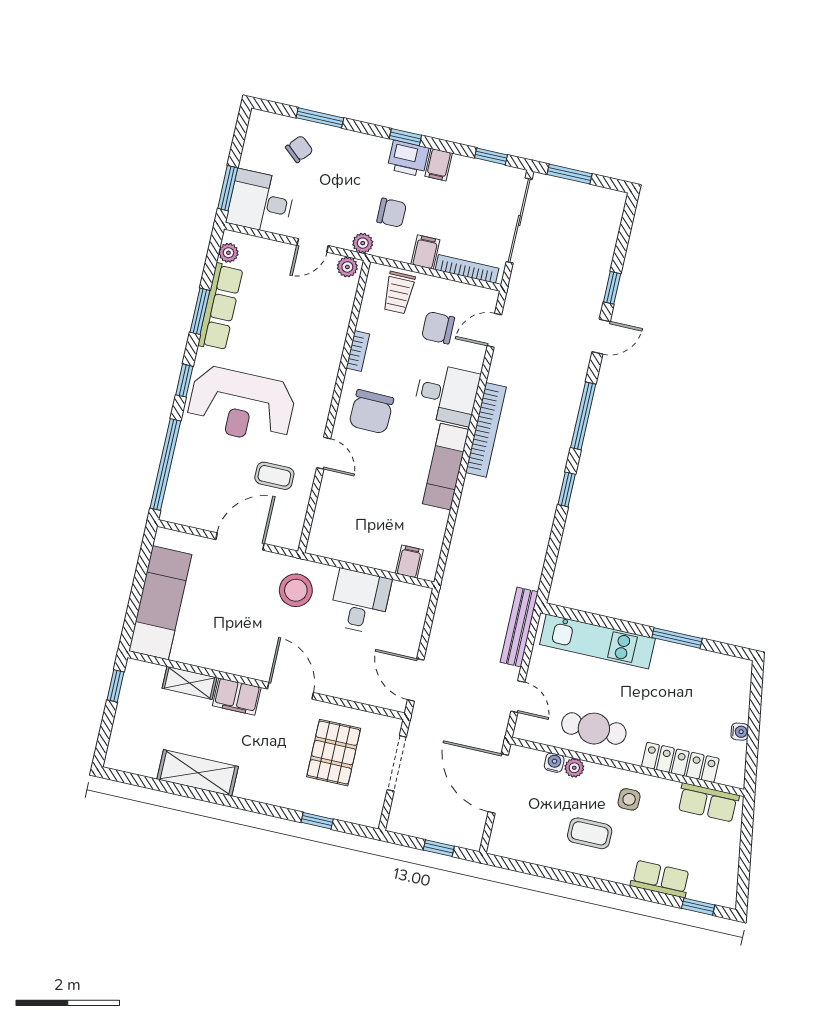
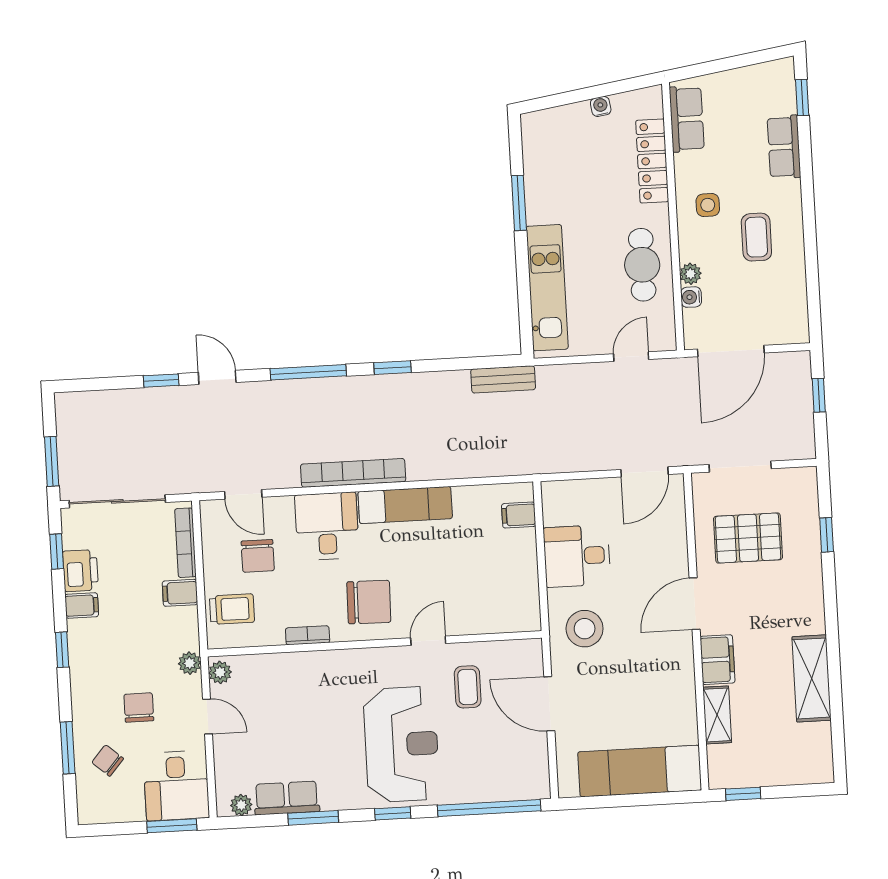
printer: (408, 158) -> (80, 571), moved
chair: (392, 213) -> (139, 708), moved
row of seats: (220, 307) -> (287, 798), width x0.68
bench: (519, 627) -> (503, 379), moved, width x0.73

